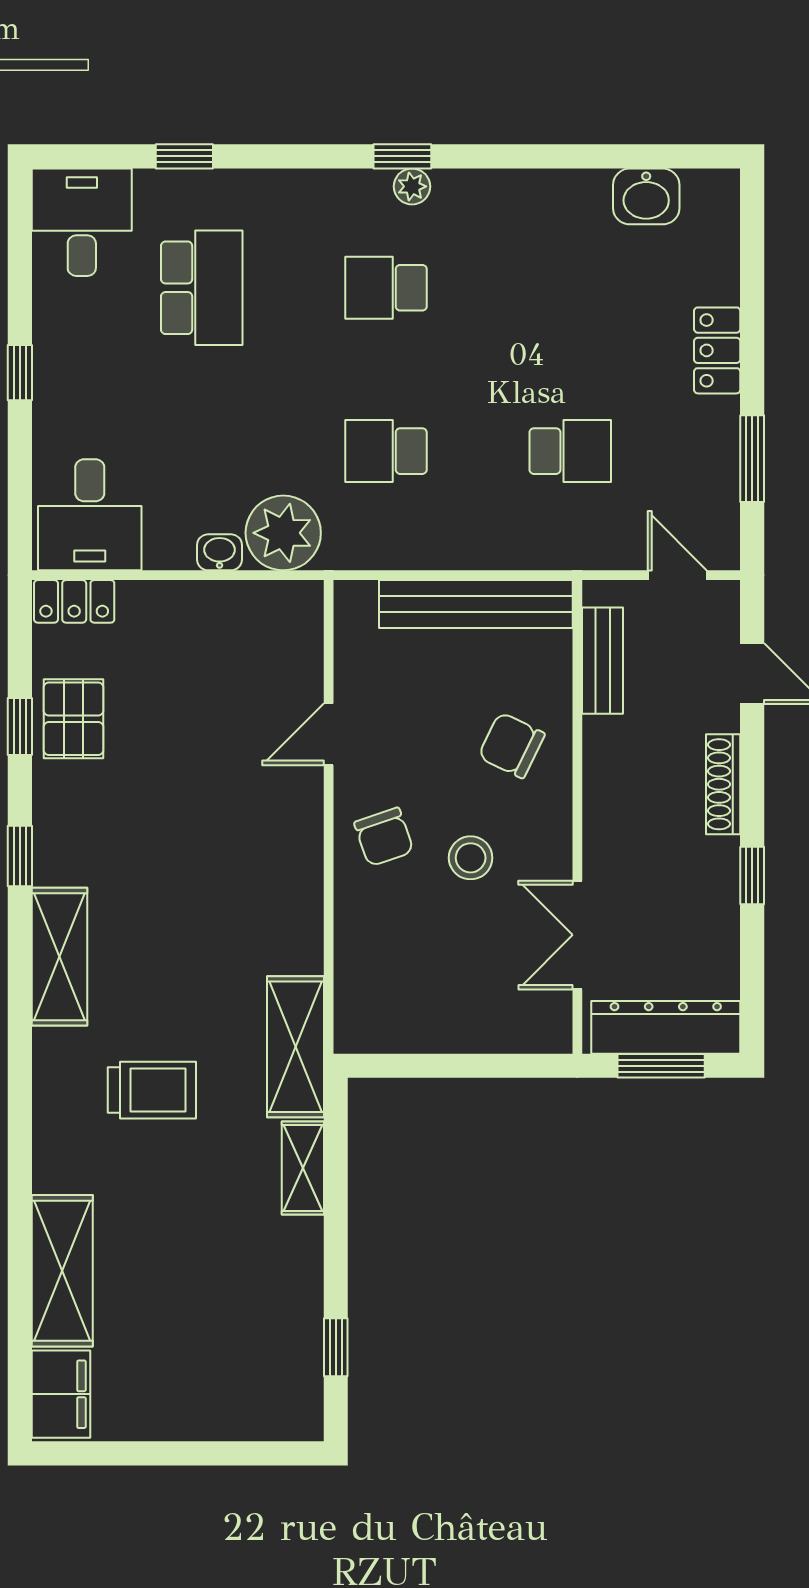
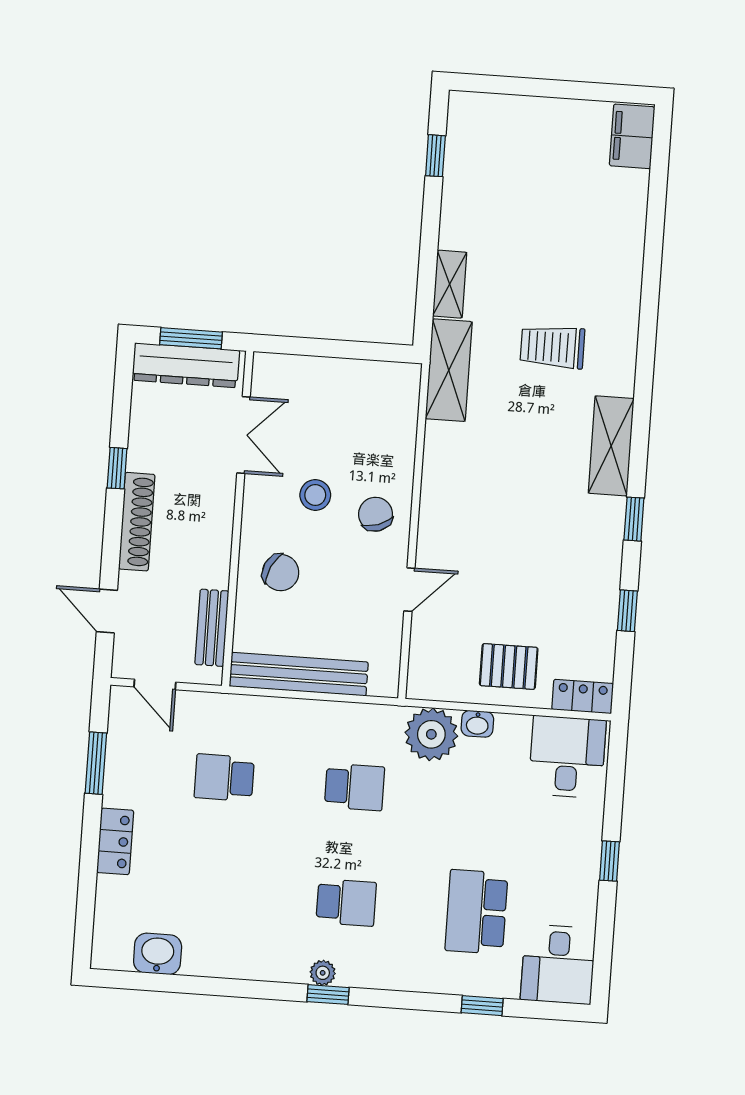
pallet: (74, 719) -> (509, 666), moved, turned 90
shoe rack: (723, 784) -> (137, 522), width x1.36, depth x1.24
shelving: (62, 1271) -> (625, 224), removed

